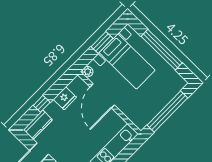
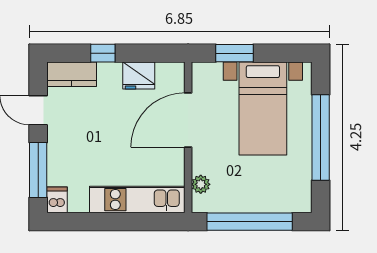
window: (102, 42) -> (235, 53), moved
plant: (88, 72) -> (201, 184), moved

